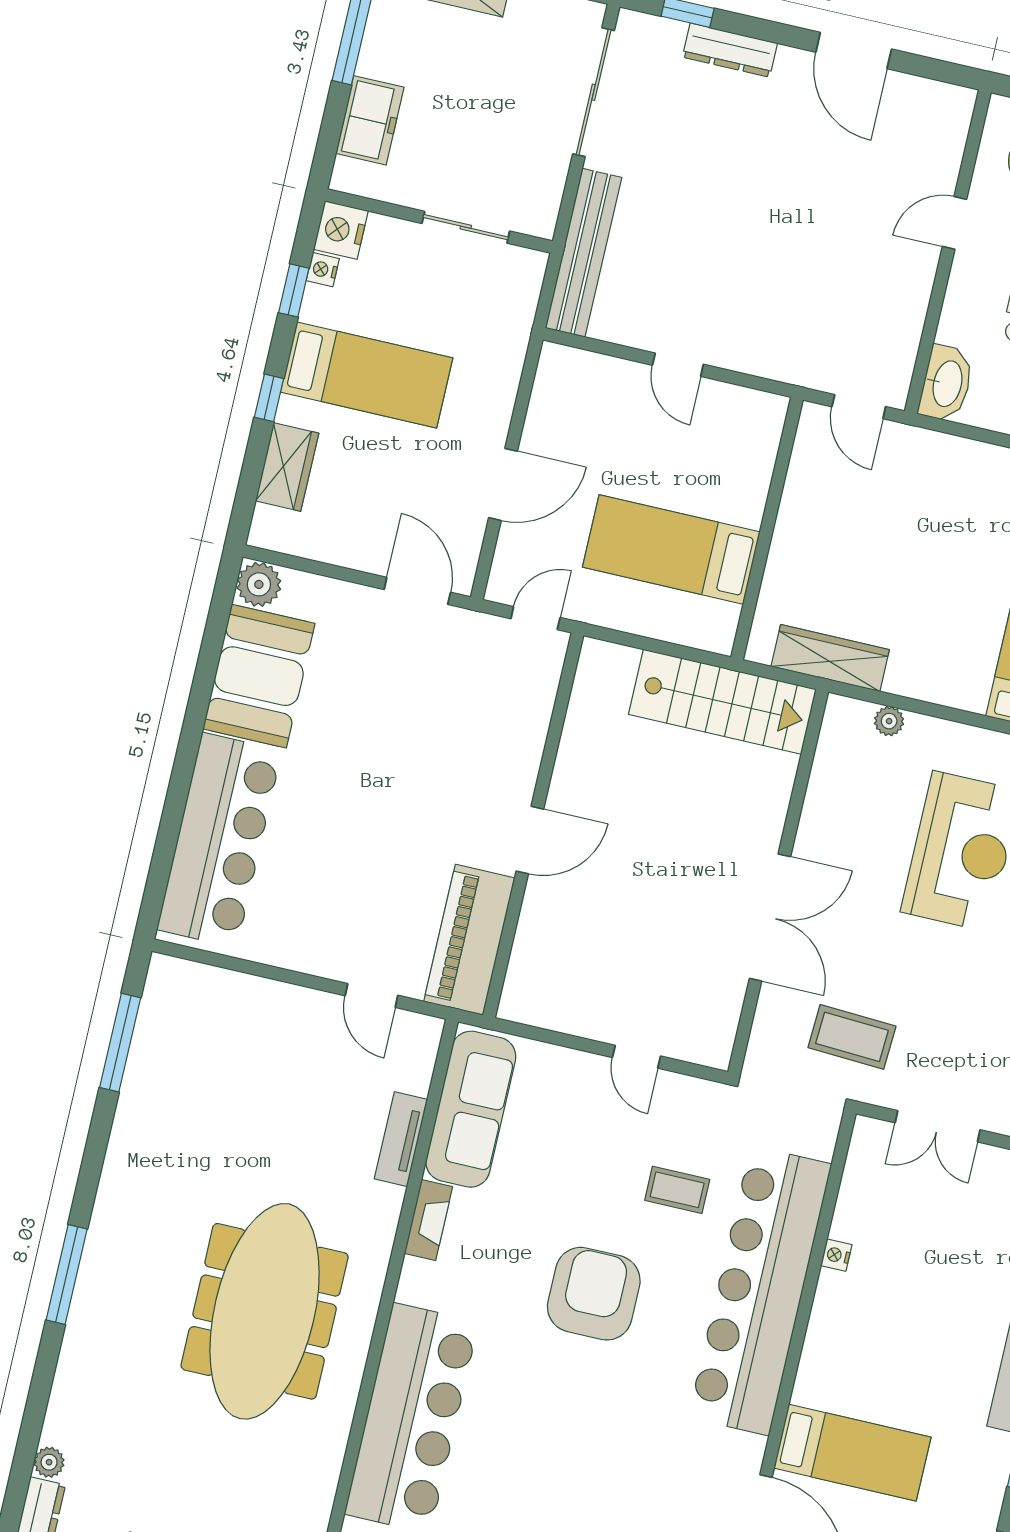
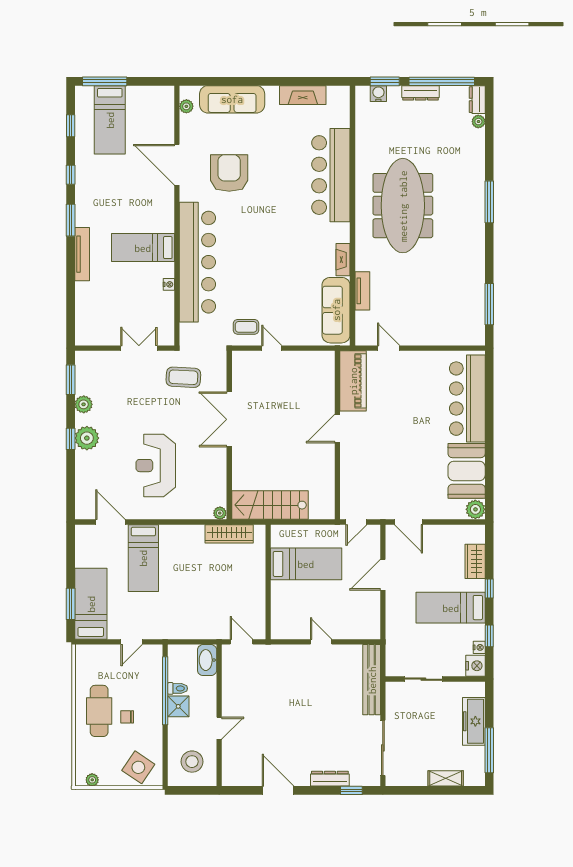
freezer: (370, 120) -> (474, 721), width x1.40
plant: (889, 721) -> (220, 513), moved
coffee table: (677, 1190) -> (246, 327), moved
armchair: (594, 1294) -> (229, 173), moved, turned 180
bed: (852, 1453) -> (143, 248), moved

